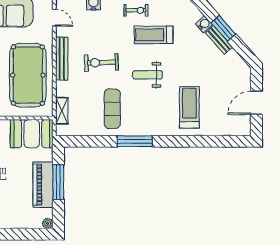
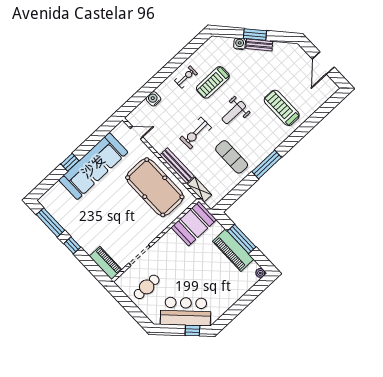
bench: (62, 59) -> (177, 166), moved

